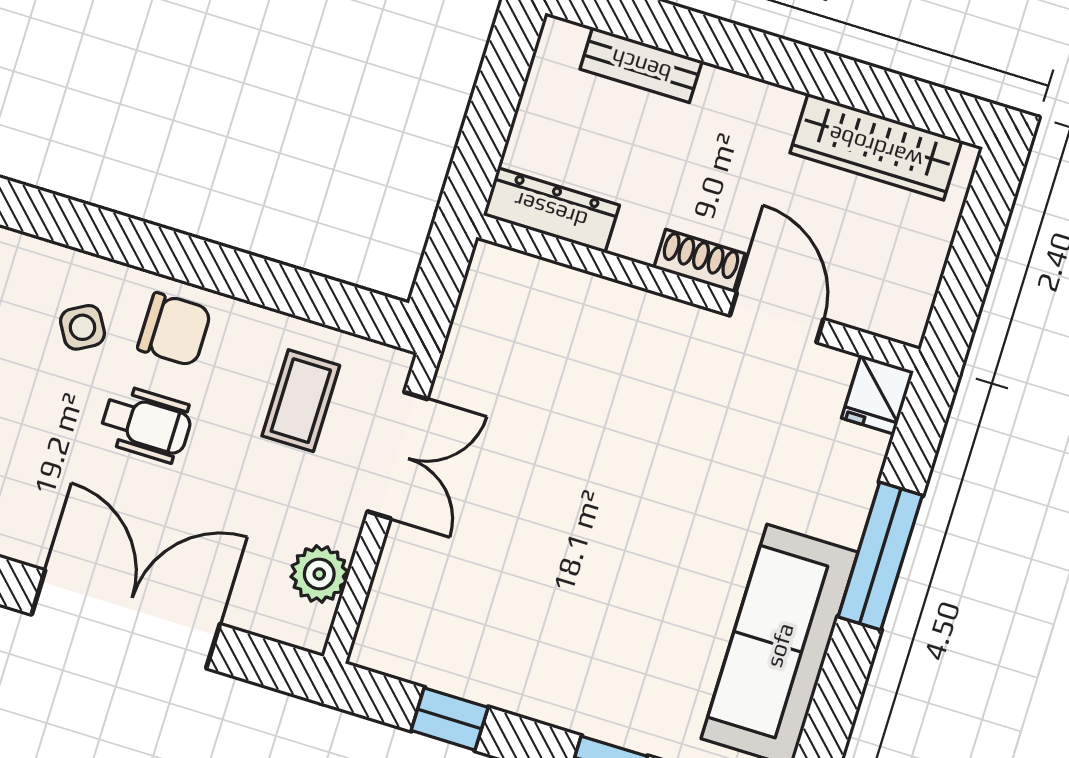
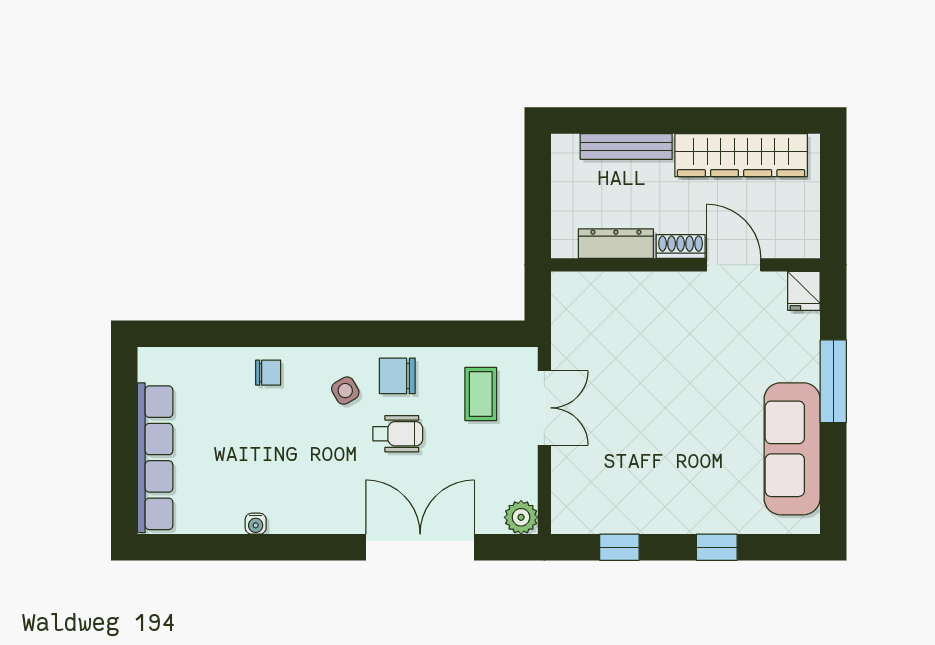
bench: (641, 65) -> (626, 146), width x1.36
wardrobe: (876, 147) -> (741, 155), width x1.40, depth x1.17
dresser: (551, 210) -> (616, 244), moved
chair: (174, 329) -> (397, 376), turned 180
plant: (319, 574) -> (521, 517), moved

